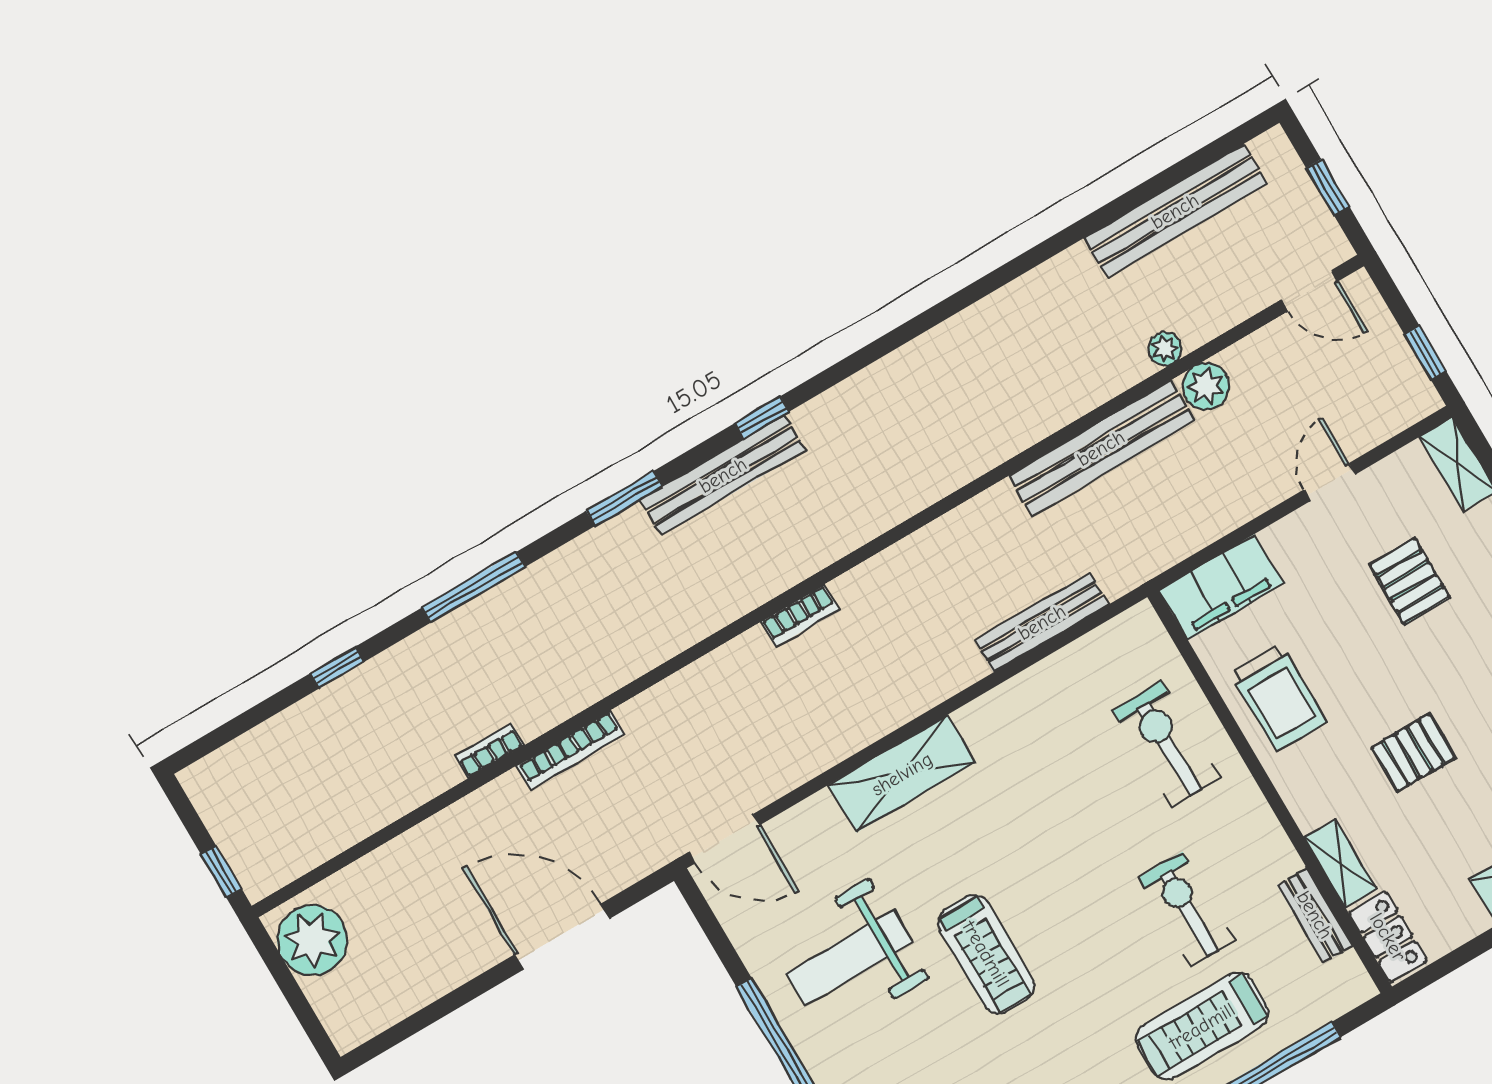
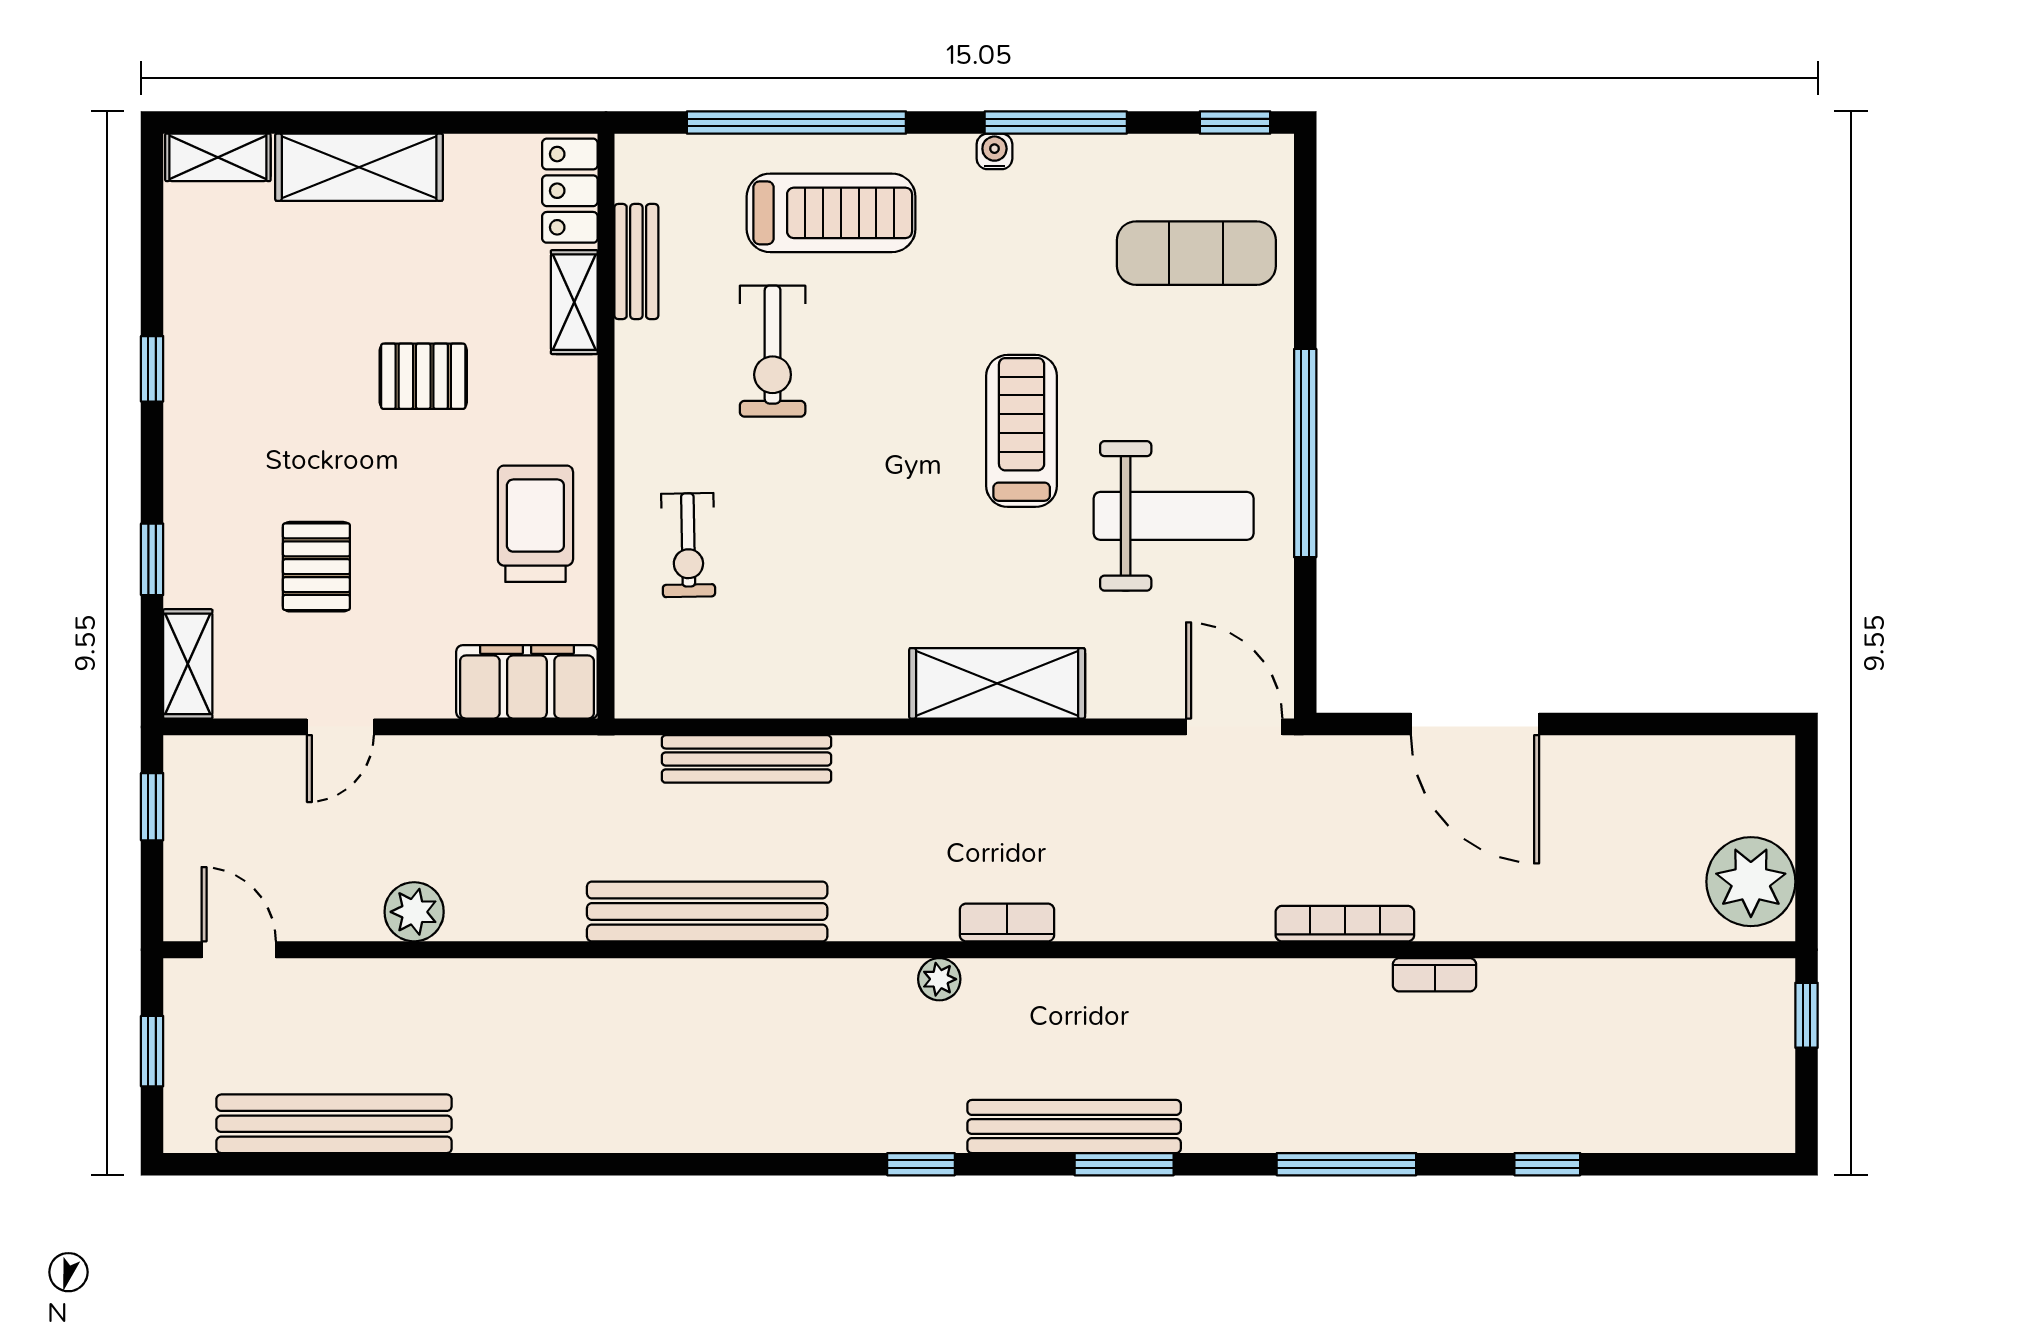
plant: (1165, 349) -> (939, 979), moved
bench: (1101, 448) -> (707, 911), moved
bench: (723, 475) -> (1074, 1126), moved
exercise bike: (1166, 744) -> (688, 545), width x0.73, depth x0.72

